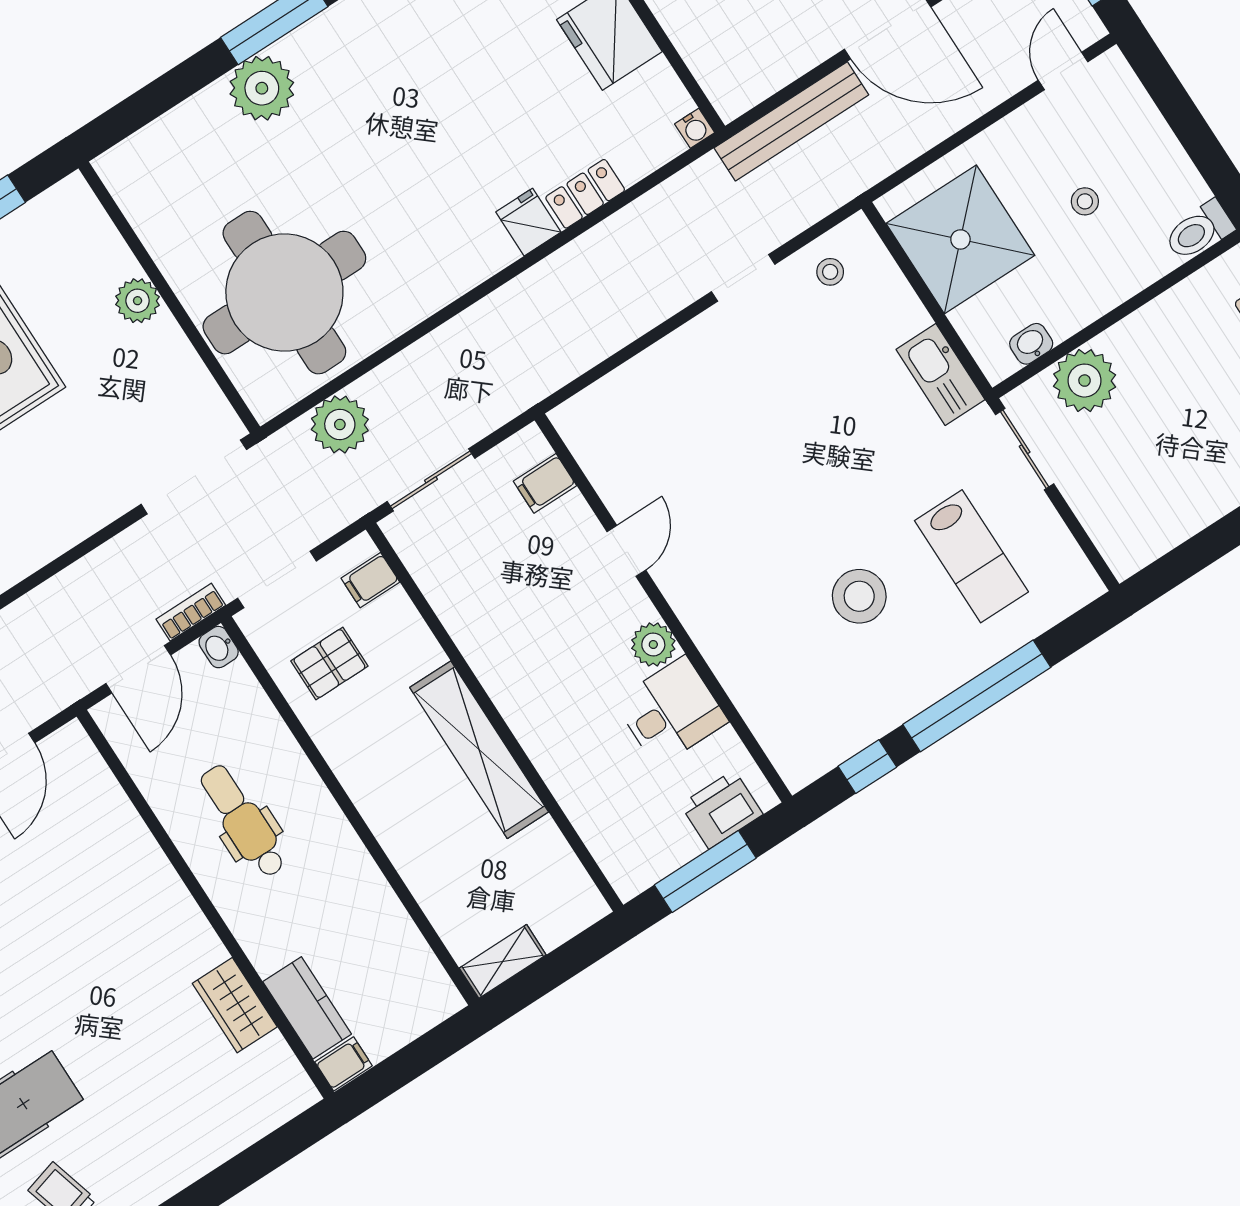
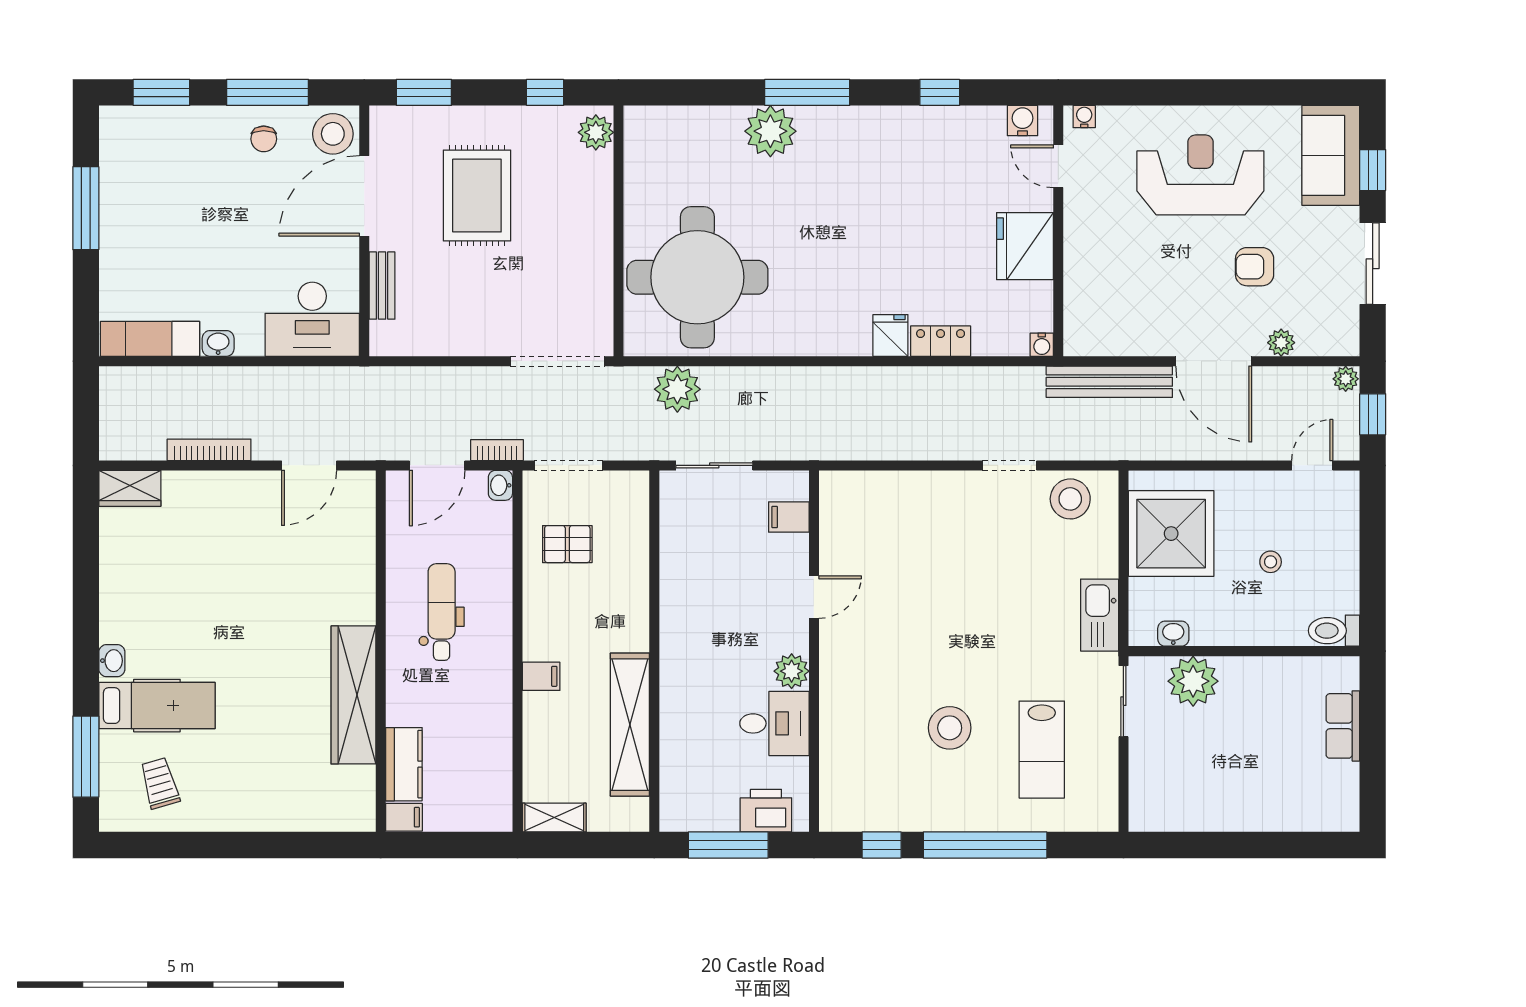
stool: (830, 272) -> (1070, 499), width x1.89, depth x1.89
plant: (138, 301) -> (596, 132), moved
filing cabinet: (370, 580) -> (541, 676), moved, turned 180
shelving: (479, 750) -> (630, 725), moved
wardrobe: (235, 1005) -> (353, 695), width x2.10, depth x1.17

